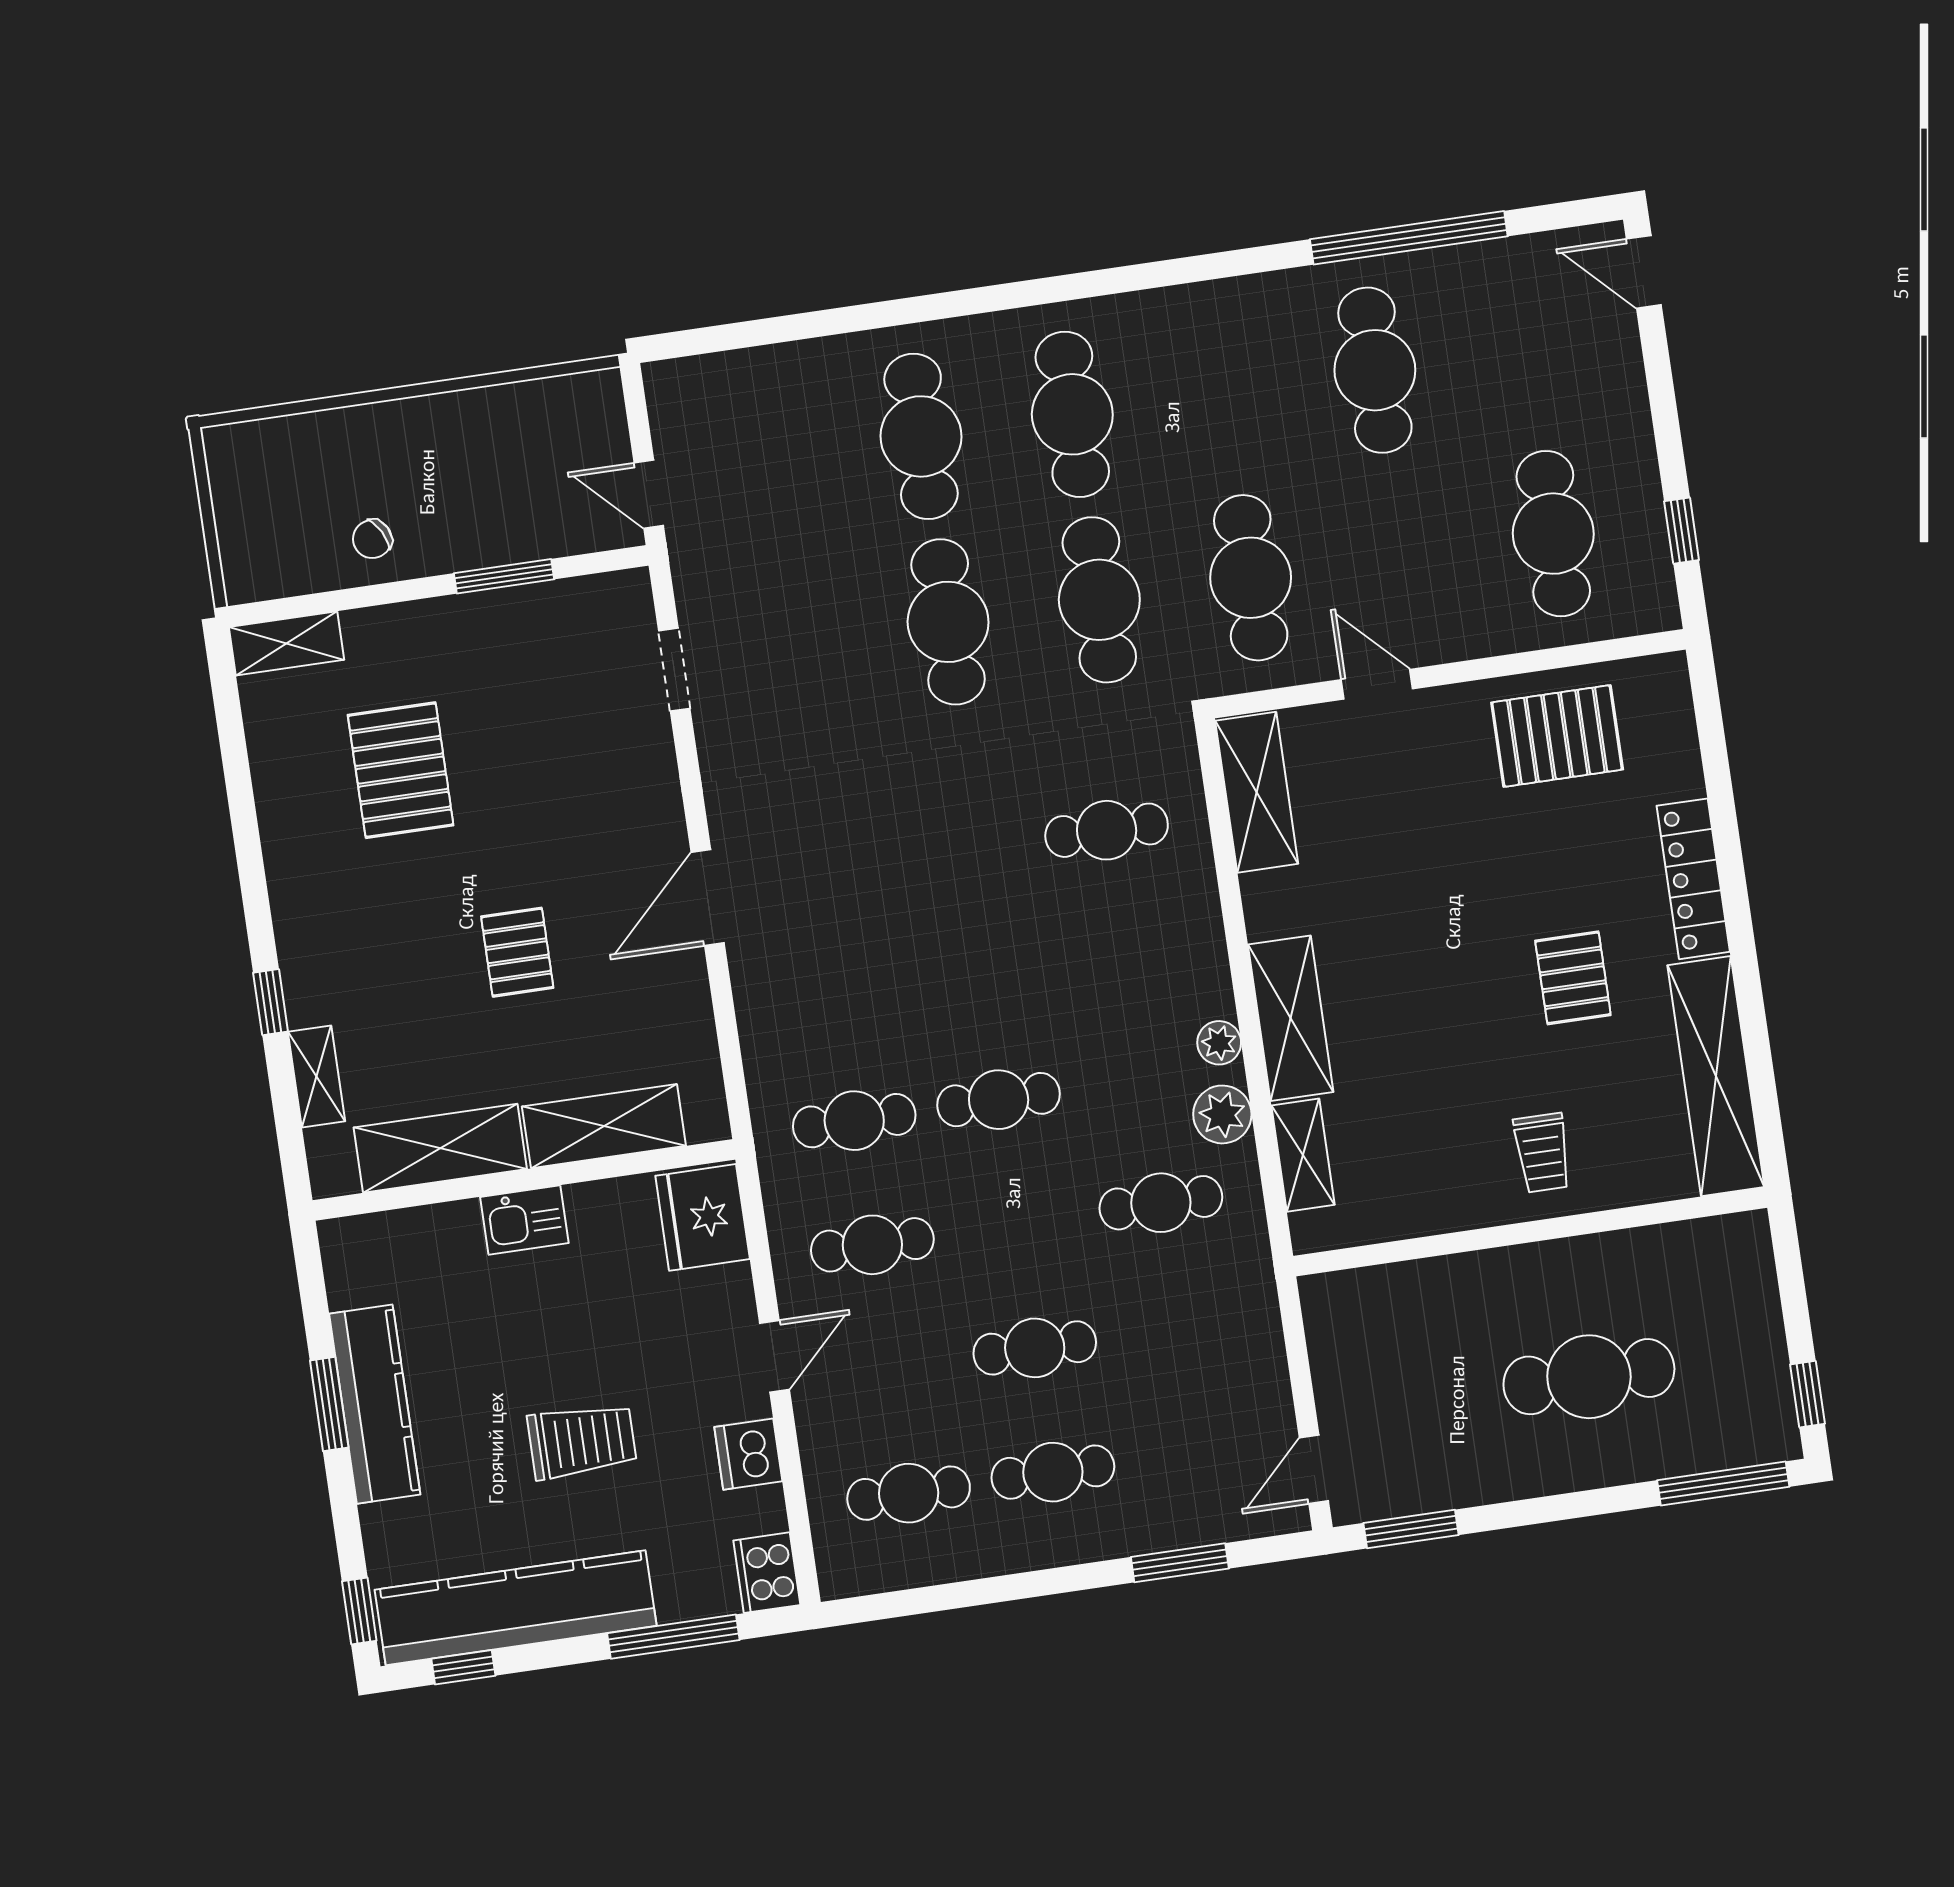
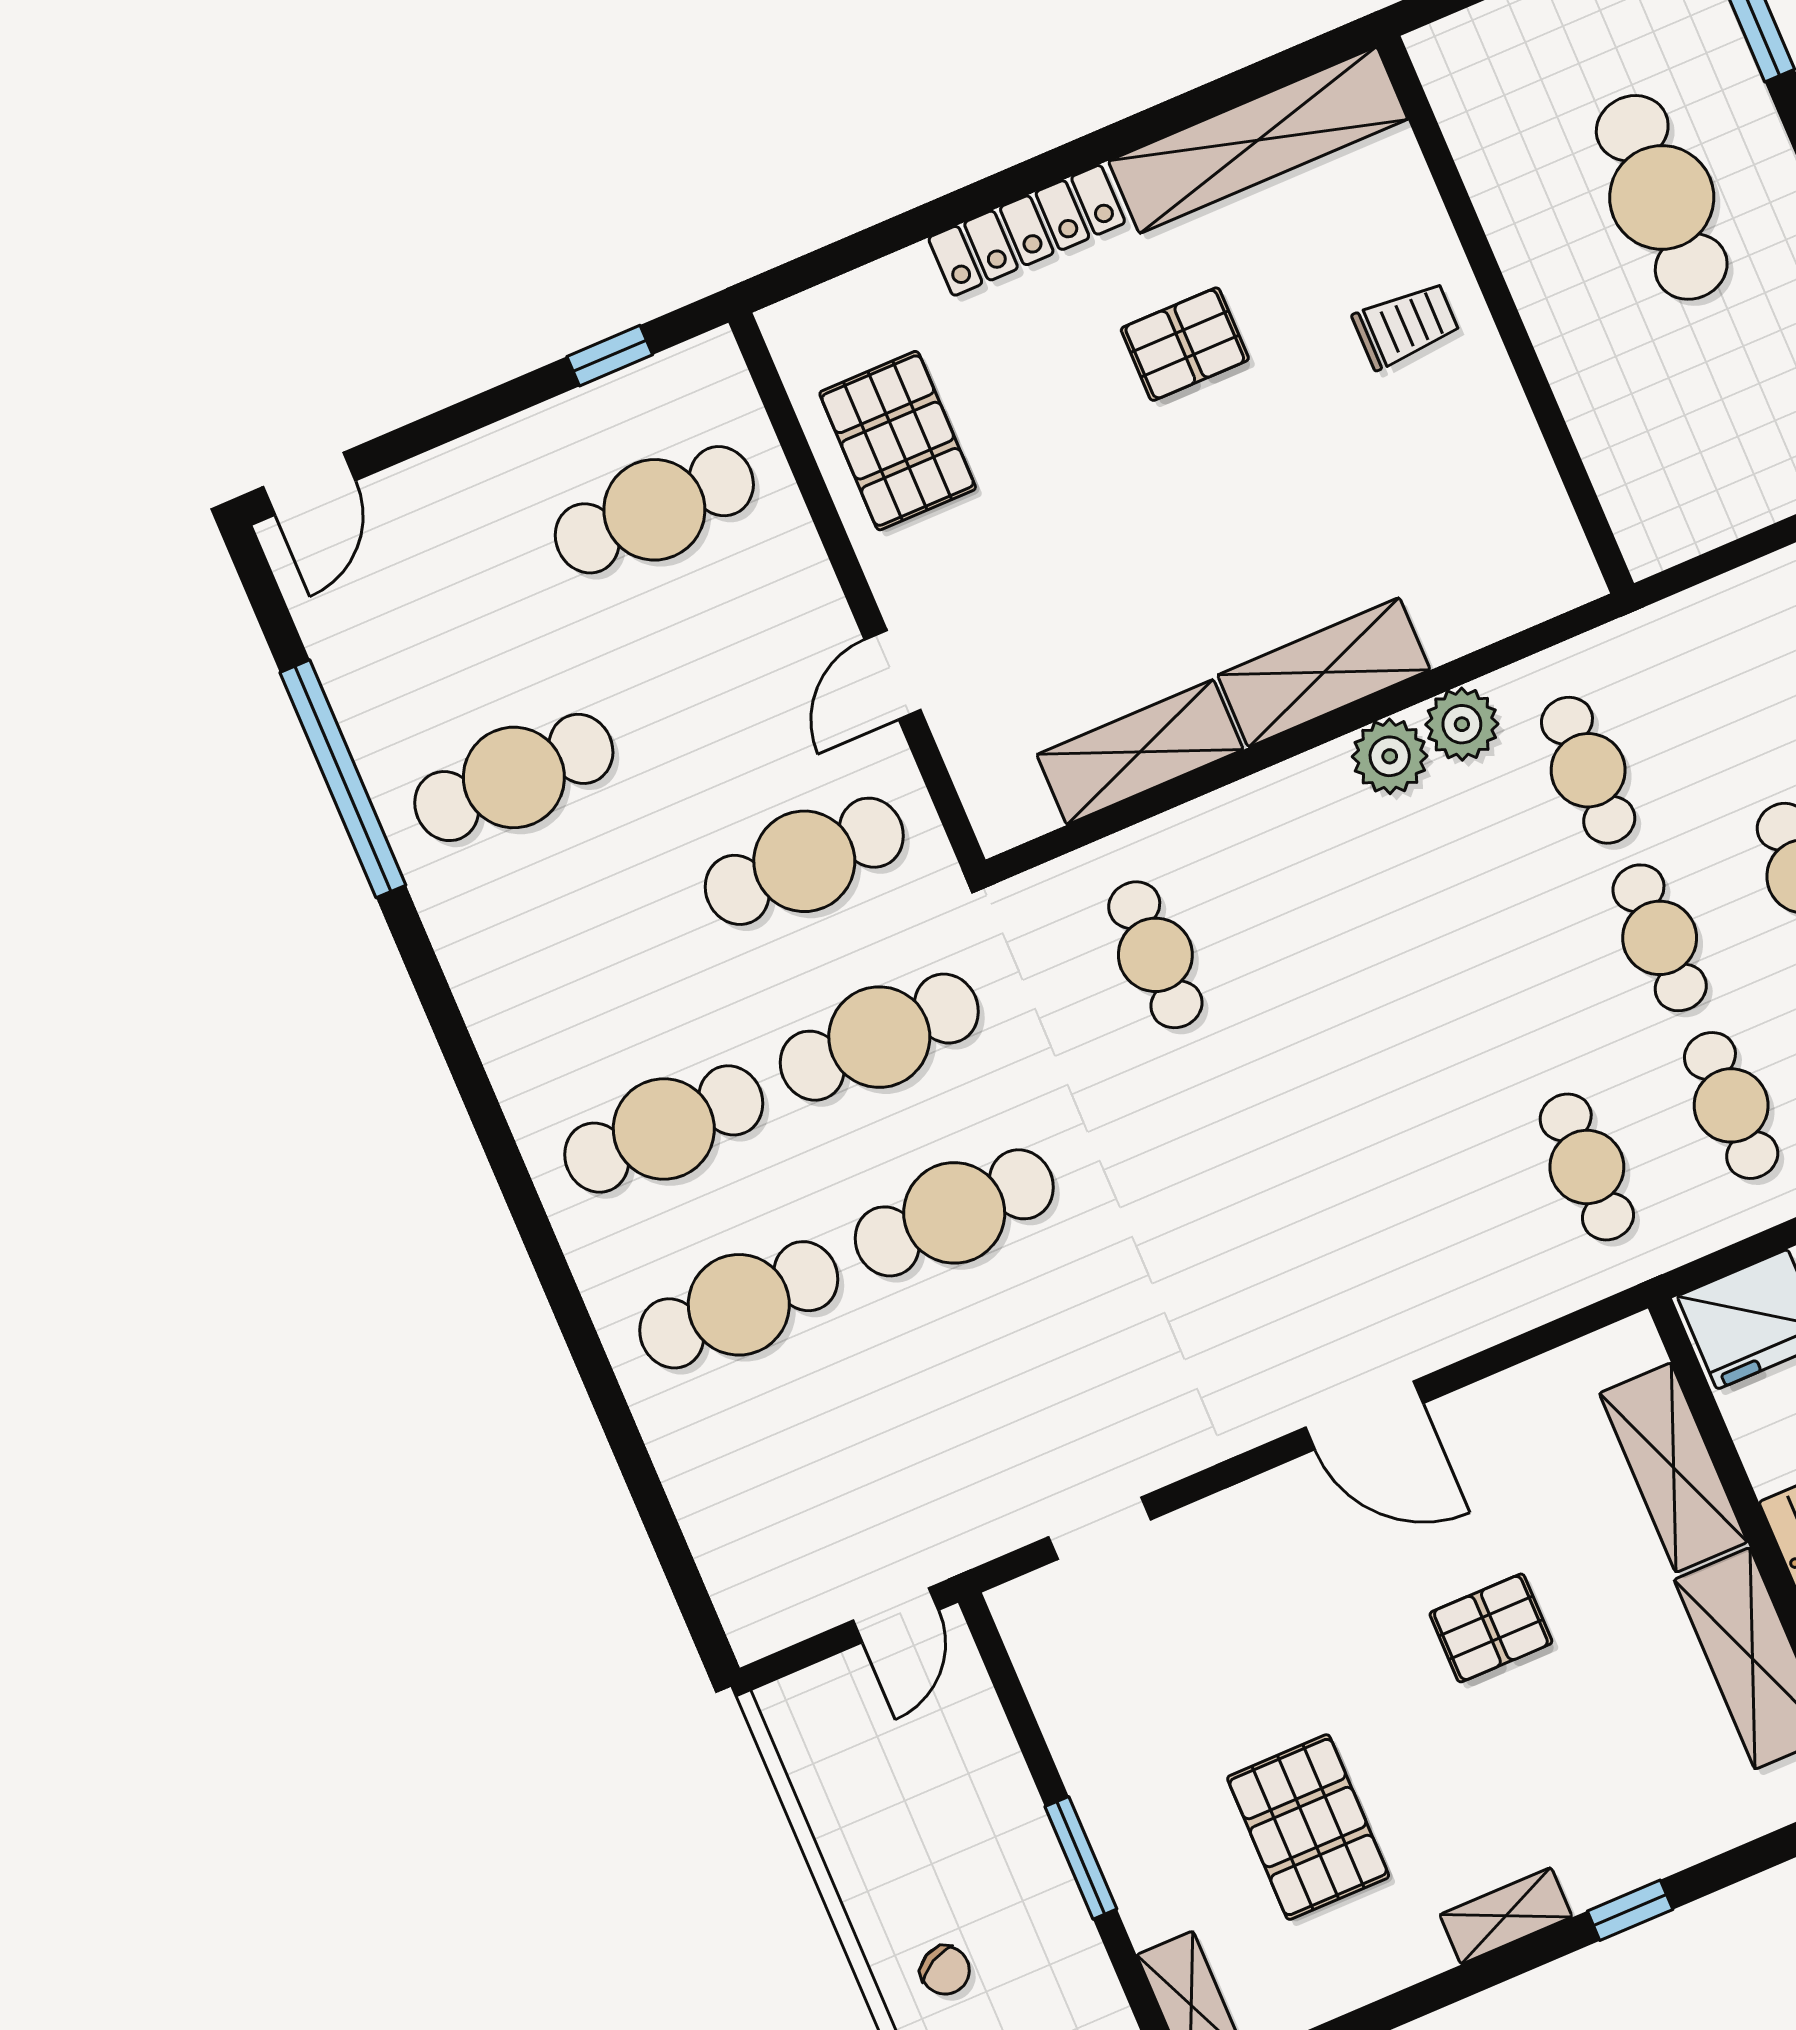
chair: (372, 539) -> (945, 1970), moved
window: (504, 576) -> (1081, 1858), moved
pallet: (401, 770) -> (1308, 1827), turned 90
shelving: (1257, 792) -> (1140, 752), moved
plant: (1219, 1043) -> (1390, 756), width x1.38, depth x1.38
shelving: (316, 1076) -> (1506, 1916), moved
cafe table: (999, 1100) -> (1660, 938), moved
shelving: (1303, 1155) -> (1485, 614), removed

